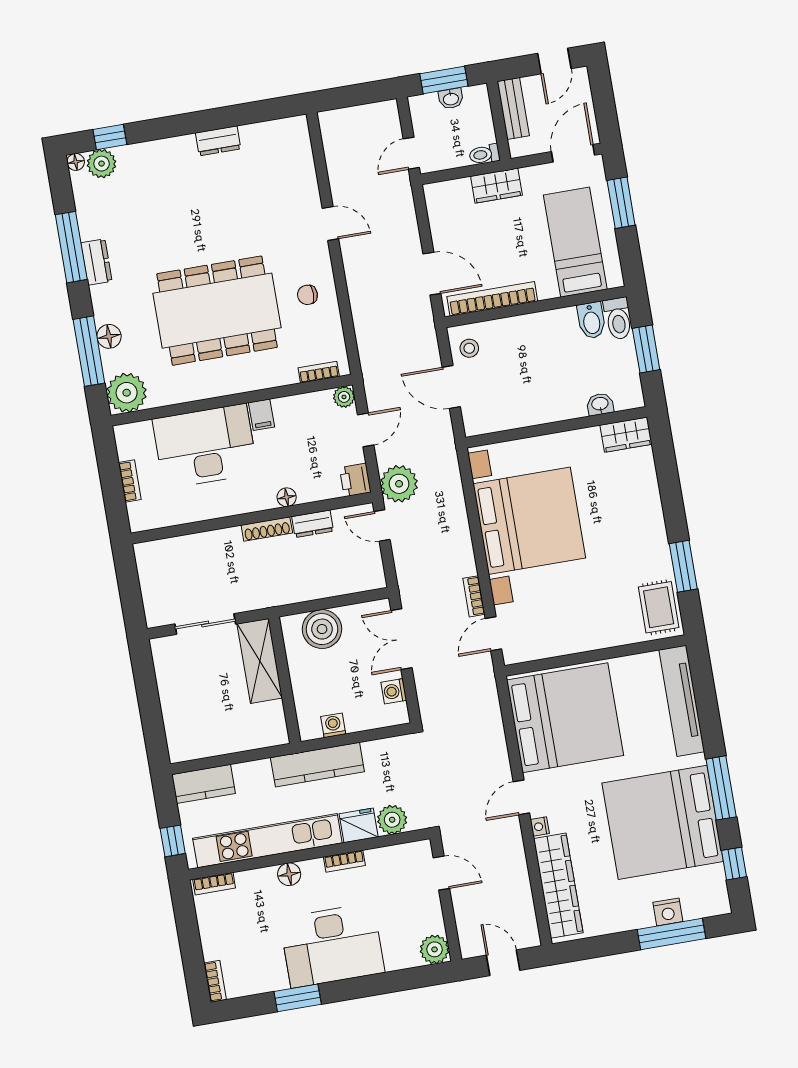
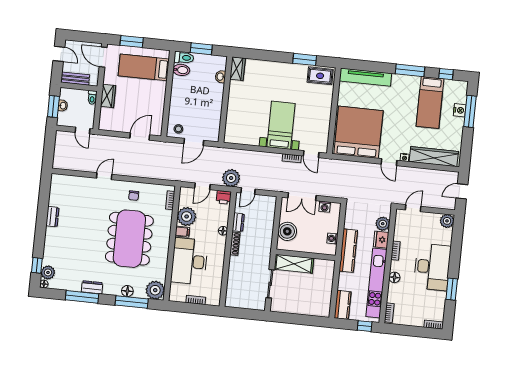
bookcase: (492, 299) -> (159, 112), removed
plant: (344, 397) -> (187, 217), moved, width x1.87, depth x1.87
door: (366, 430) -> (202, 186), swing flipped
bed with nightstands: (529, 521) -> (281, 125), width x0.54
bed: (663, 822) -> (430, 102), width x0.49

